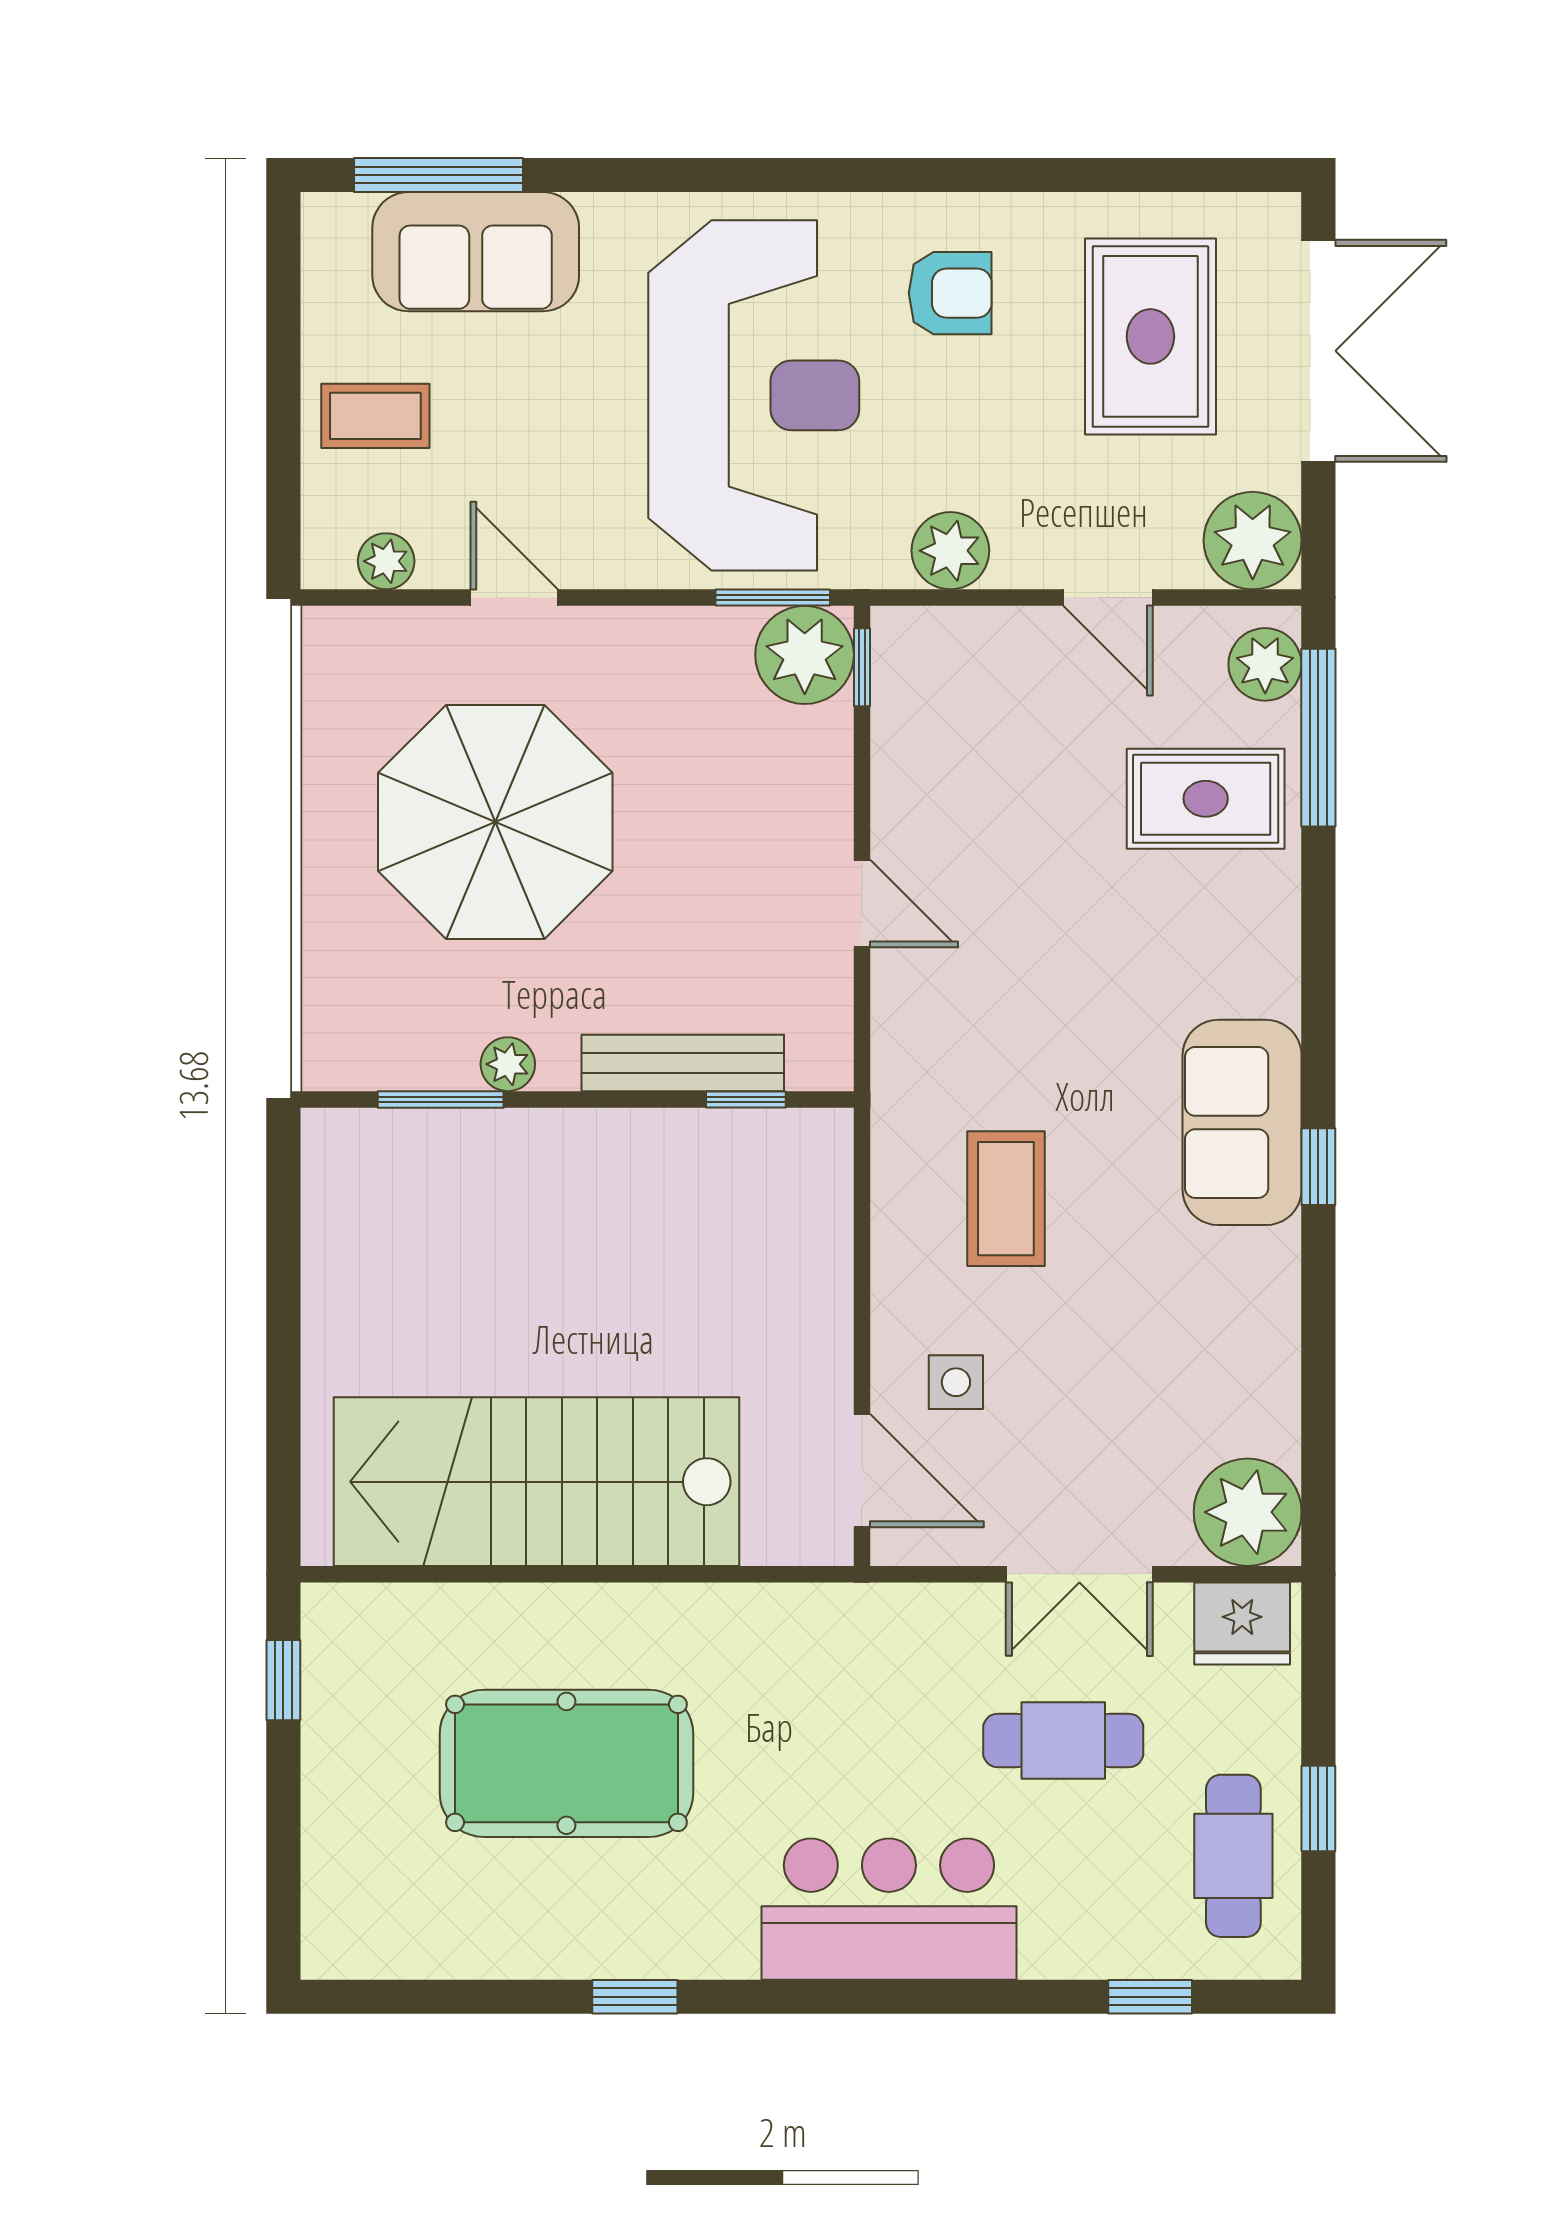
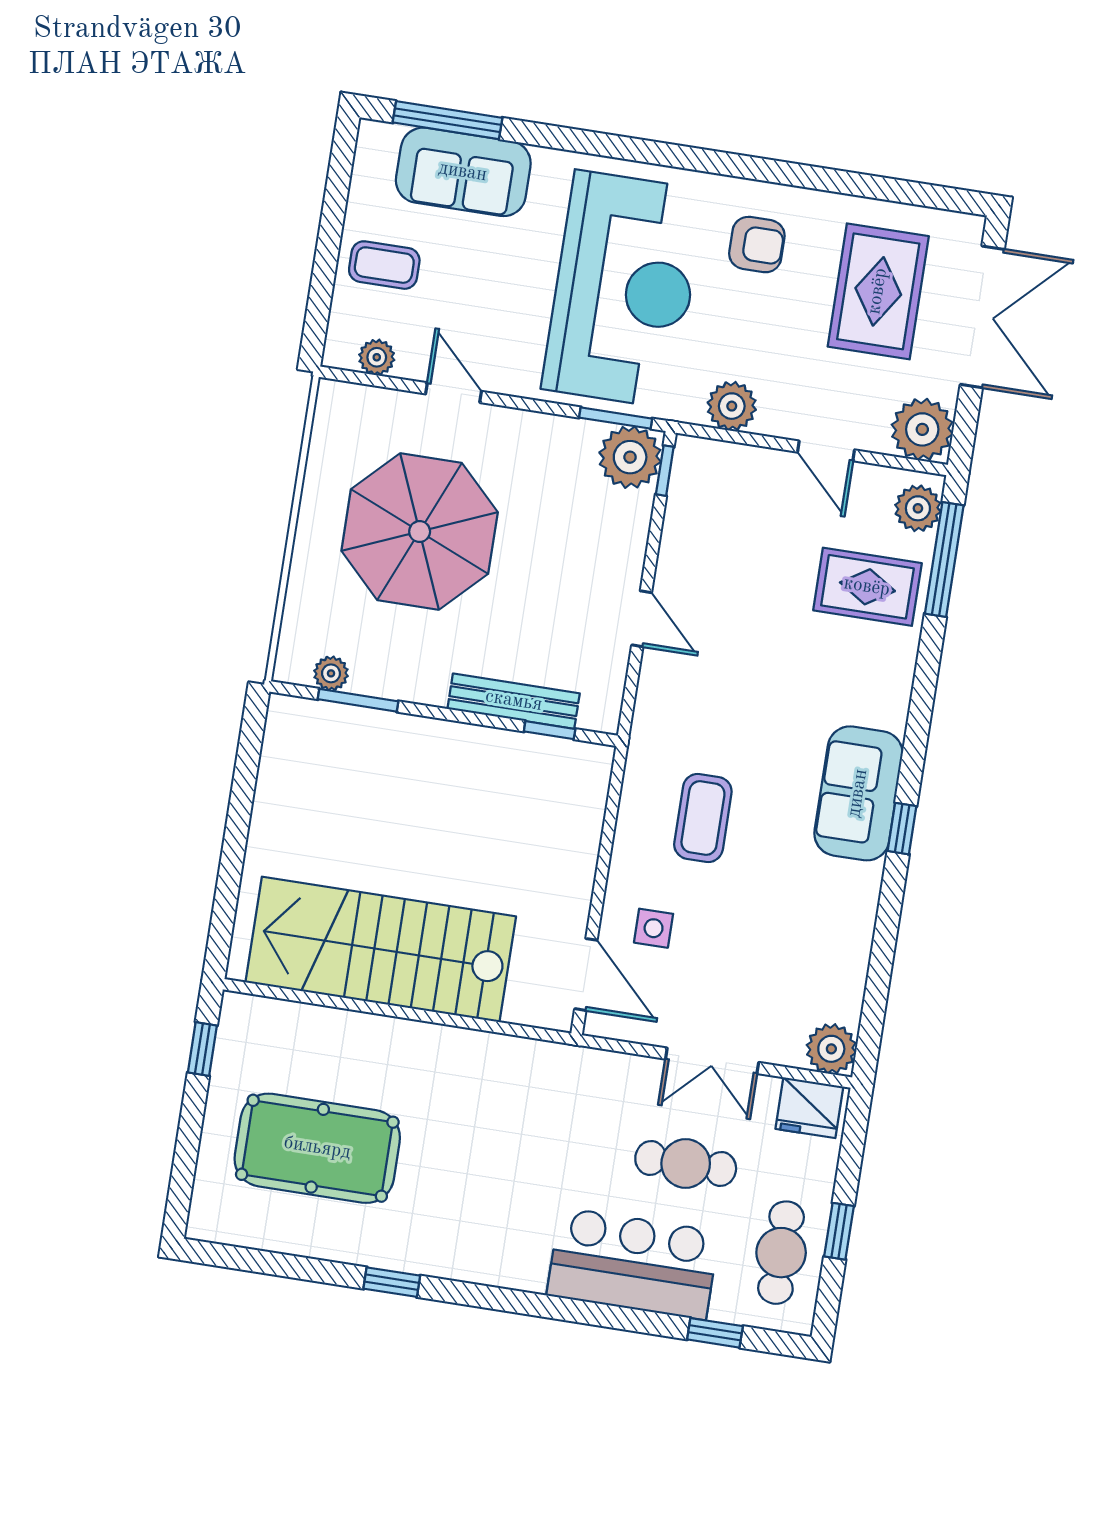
plant: (508, 1064) -> (331, 673), moved
plant: (1248, 1512) -> (831, 1049), width x0.73, depth x0.73
pool table: (566, 1763) -> (317, 1148), moved
bar counter: (889, 1909) -> (633, 1264), moved

